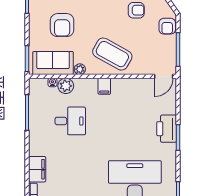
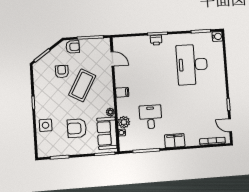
armchair: (62, 25) -> (77, 128), turned 180
coffee table: (112, 54) -> (82, 85), moved
door: (164, 76) -> (112, 59), moved
printer: (167, 129) -> (156, 40), width x0.53, depth x0.68
filing cabinet: (37, 169) -> (175, 141), moved

